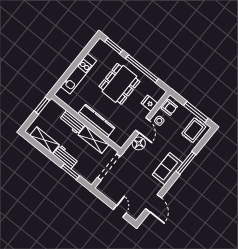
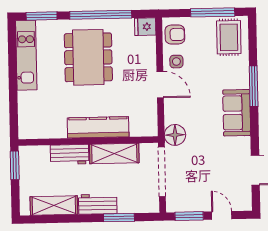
kitchen unit: (79, 74) -> (26, 55), moved
fridge: (149, 103) -> (145, 27), moved
floor lamp: (139, 143) -> (175, 135), moved
window: (104, 199) -> (189, 216), added

